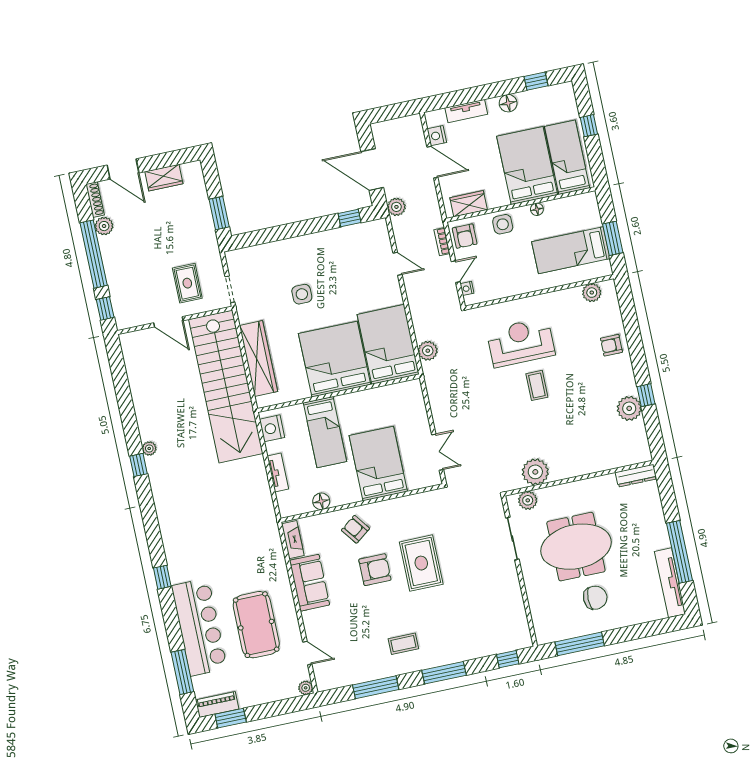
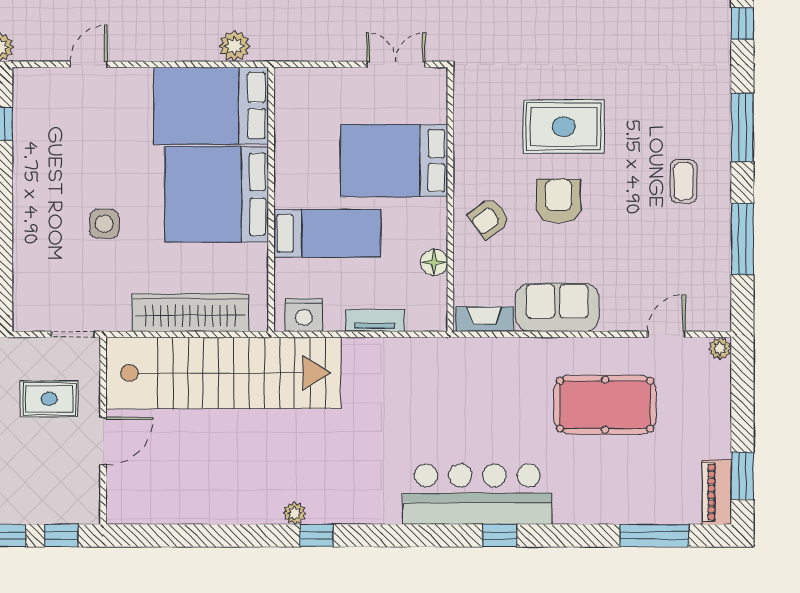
bar counter: (199, 627) -> (477, 494), moved

